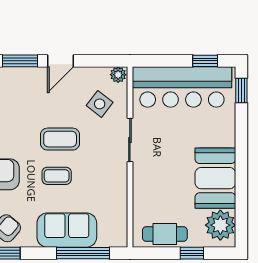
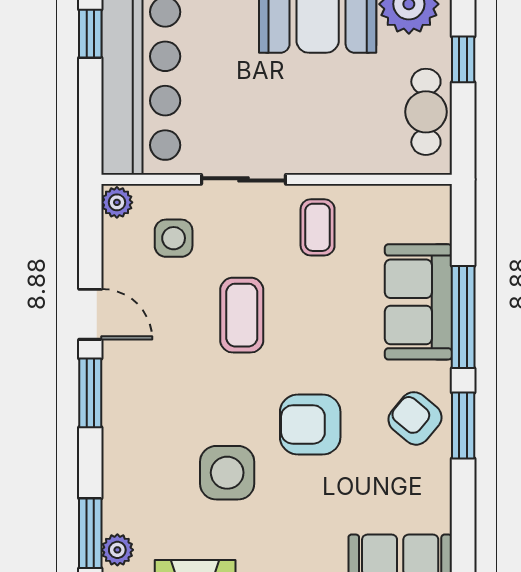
side table: (100, 104) -> (174, 238), turned -38
coffee table: (57, 176) -> (318, 227), moved
window: (83, 253) -> (463, 317), moved

